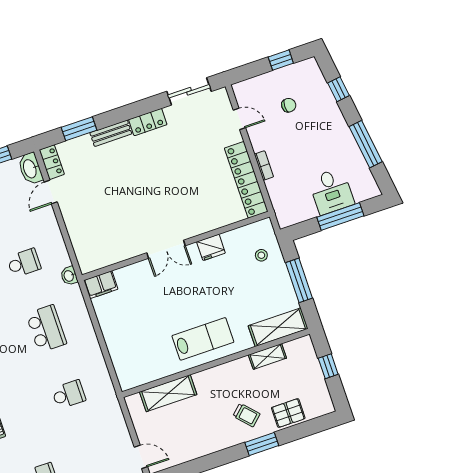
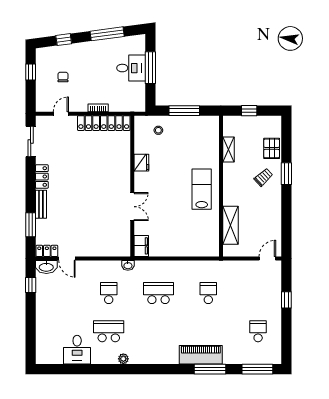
double door: (166, 249) -> (132, 207), moved
shelving: (278, 327) -> (211, 136), removed

